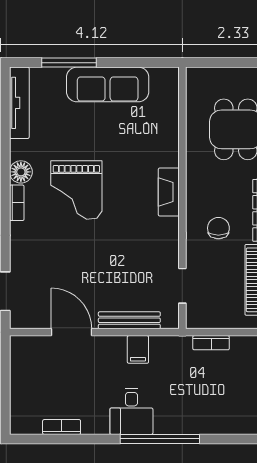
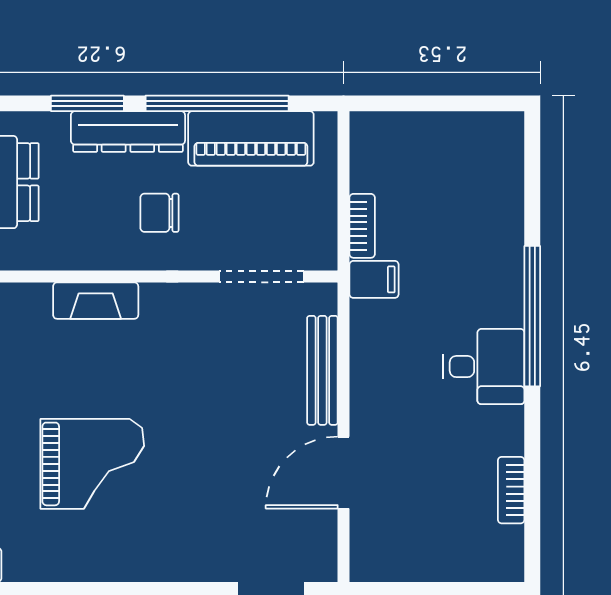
floor lamp: (21, 172) -> (60, 562), removed
bookcase: (17, 203) -> (115, 569), removed
doorway: (182, 286) -> (261, 277), width x1.38
filing cabinet: (138, 349) -> (374, 279), moved

